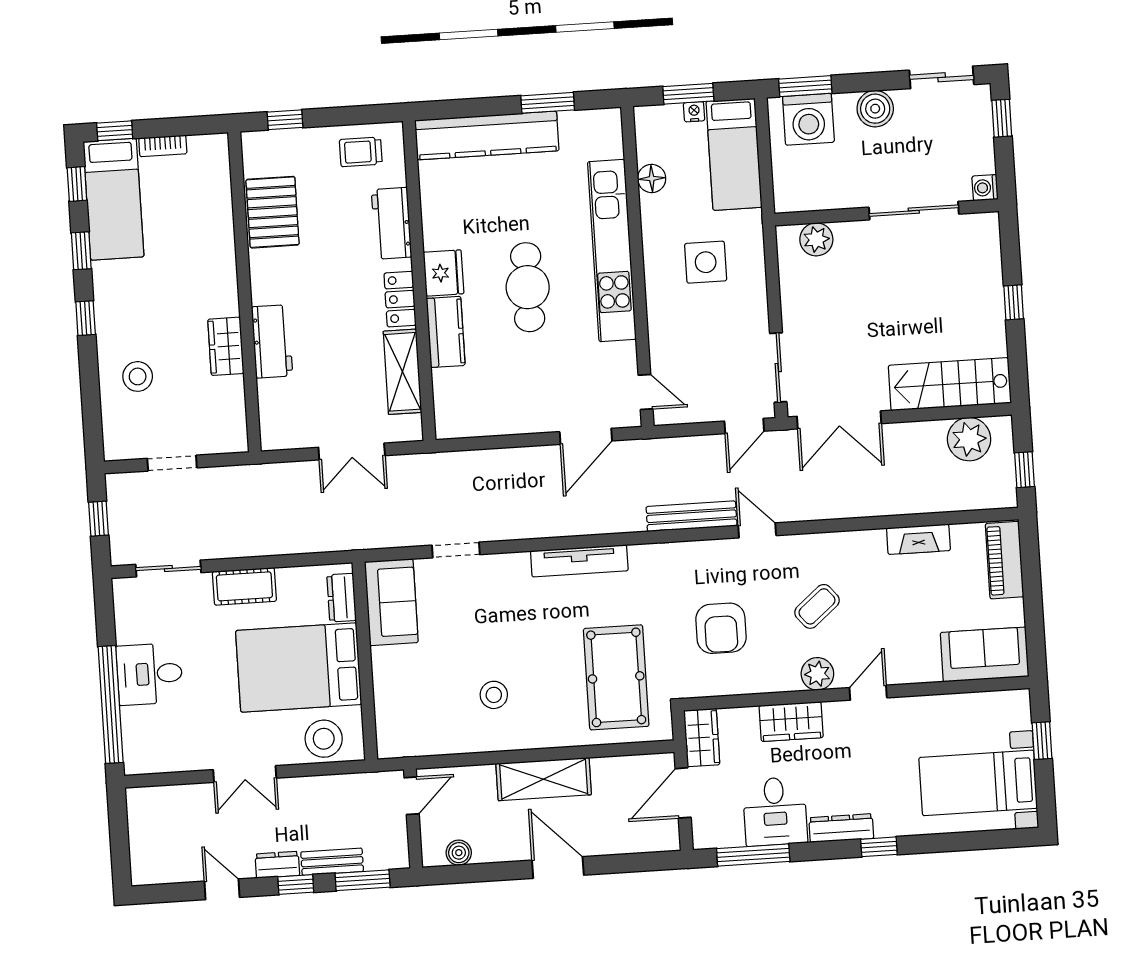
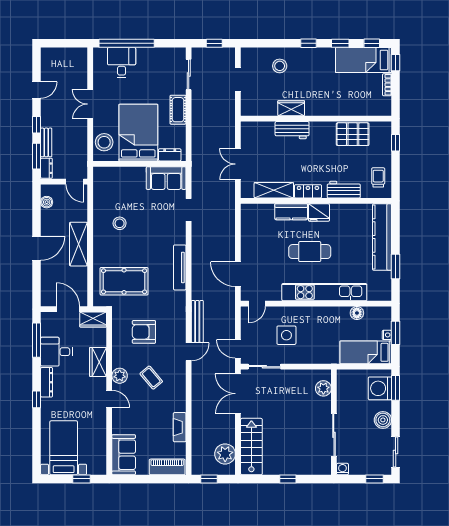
side table: (706, 262) -> (286, 335), moved
desk: (150, 674) -> (122, 63), moved
dresser: (277, 865) -> (46, 168), moved

